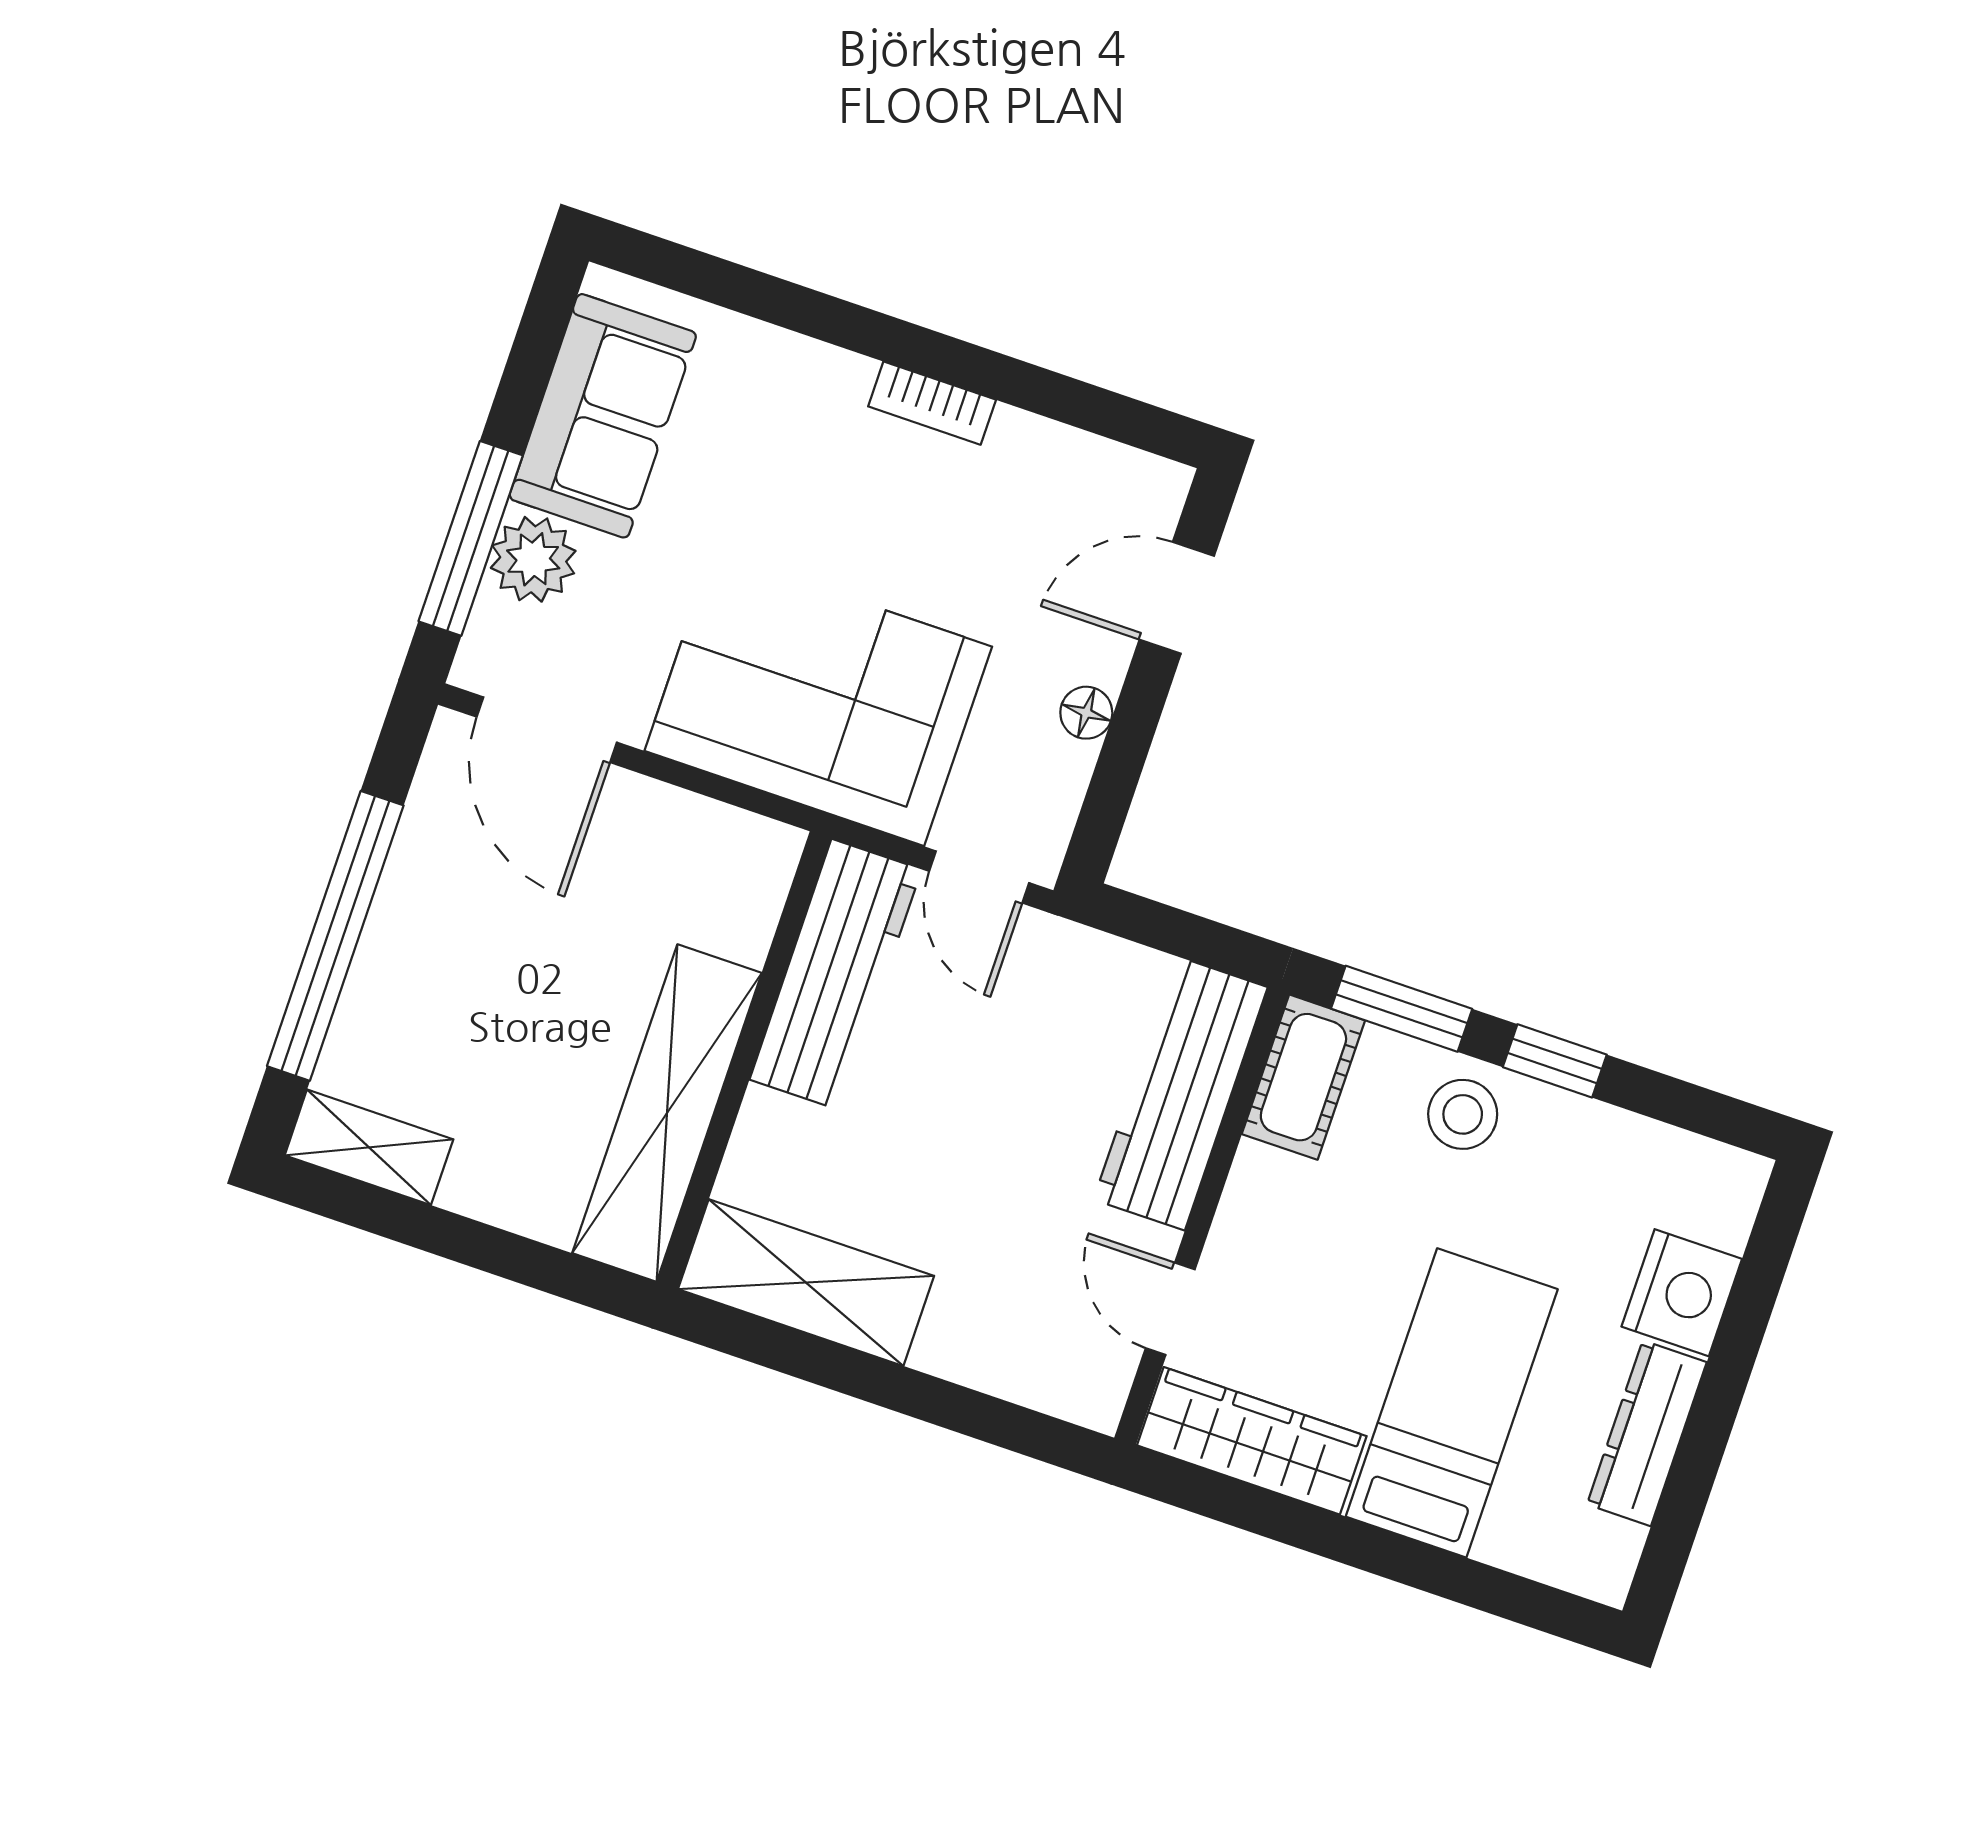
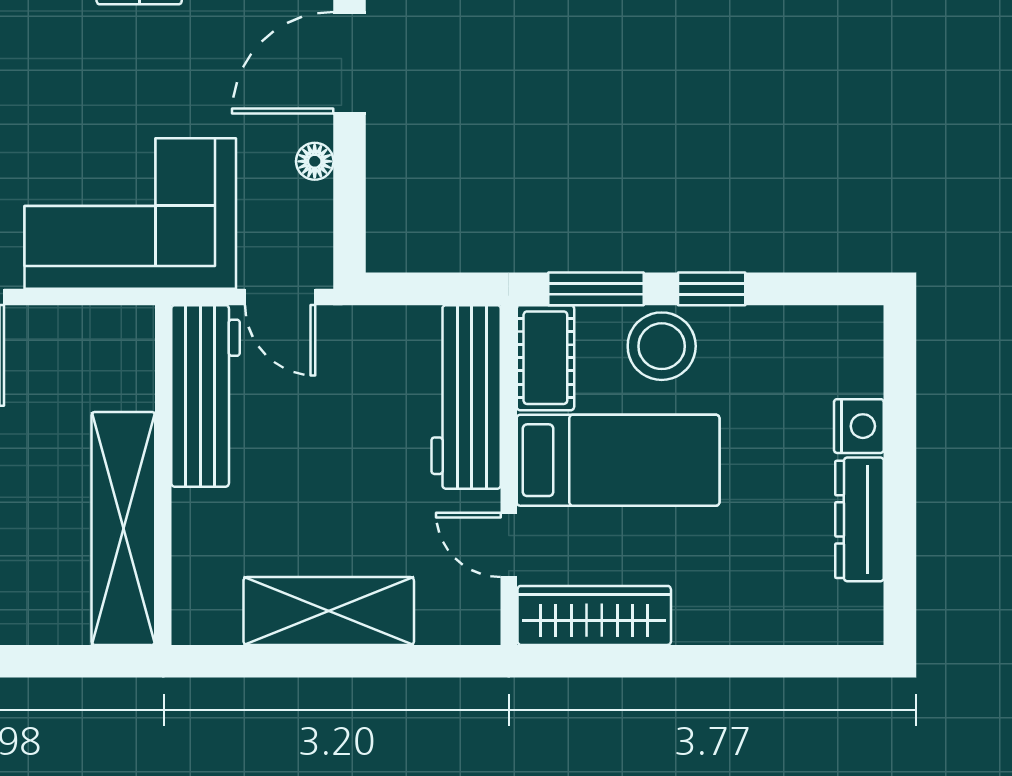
door: (1177, 598) -> (349, 63), width x1.38
stool: (1463, 1114) -> (662, 346), width x1.38, depth x1.38
shelving: (806, 1283) -> (329, 611), moved
nightstand: (1682, 1293) -> (859, 426), width x0.74, depth x0.75
bed: (1452, 1403) -> (618, 460), moved, turned 90

